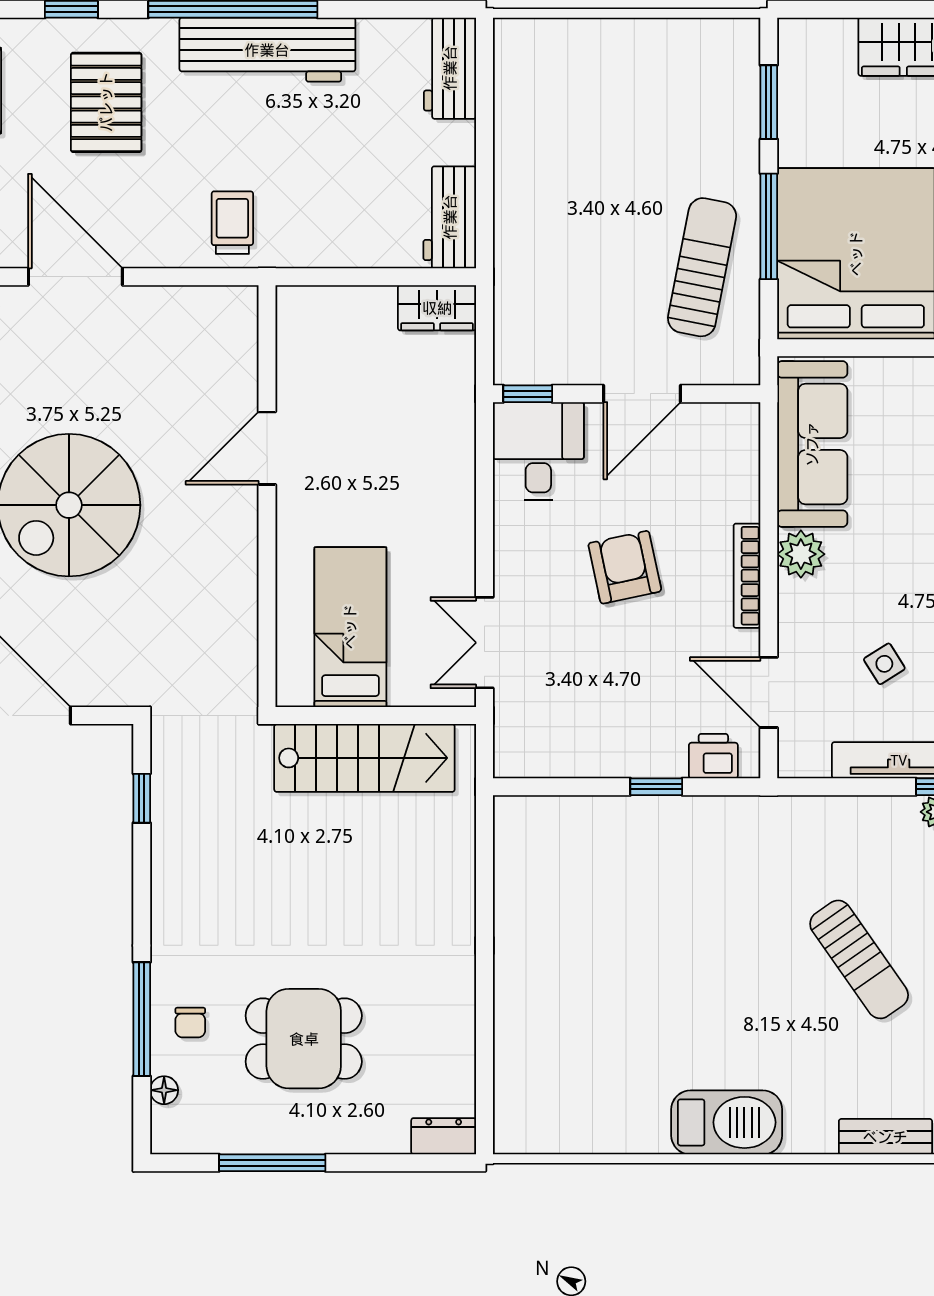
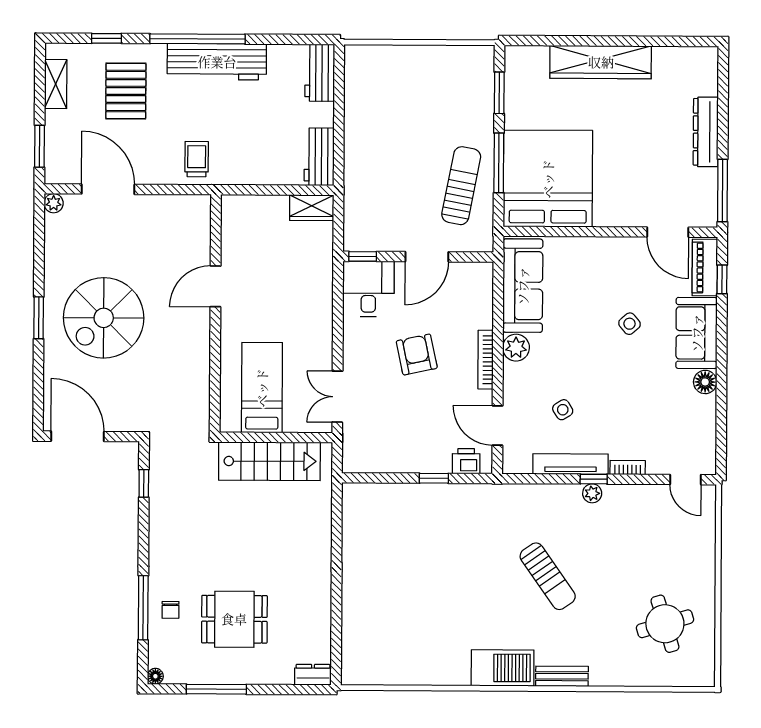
floor lamp: (164, 1090) -> (155, 676), moved
barbecue: (727, 1122) -> (503, 668), moved

